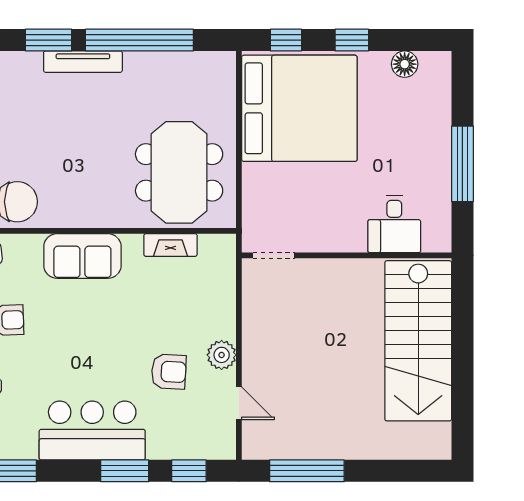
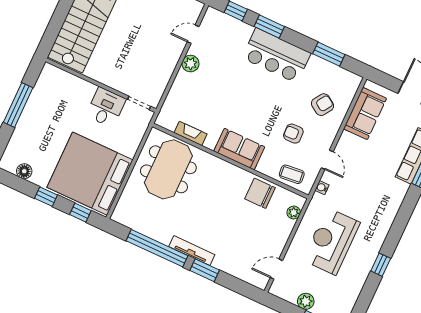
desk: (394, 224) -> (106, 107), moved
armchair: (169, 372) -> (222, 68), removed
door: (239, 403) -> (193, 34), hinge flipped

